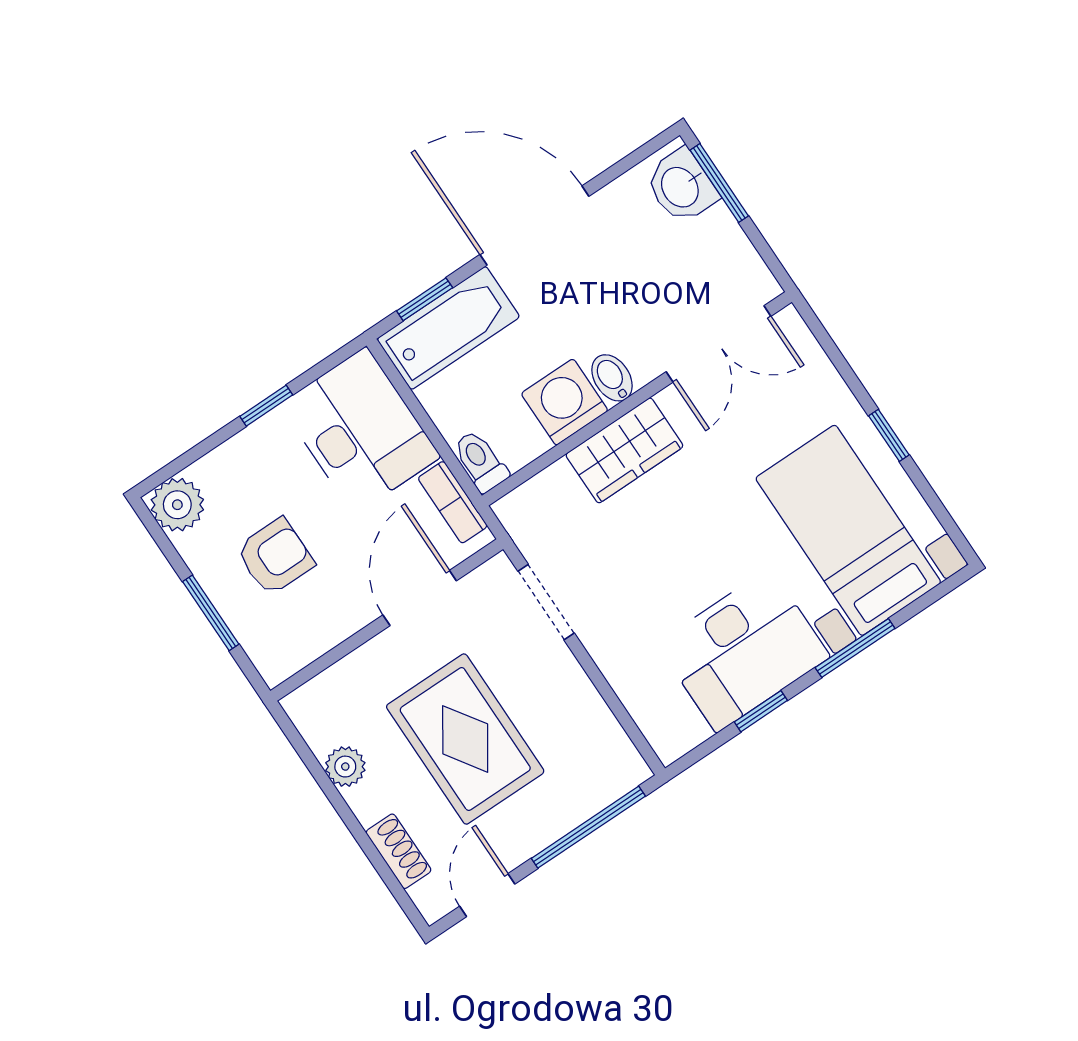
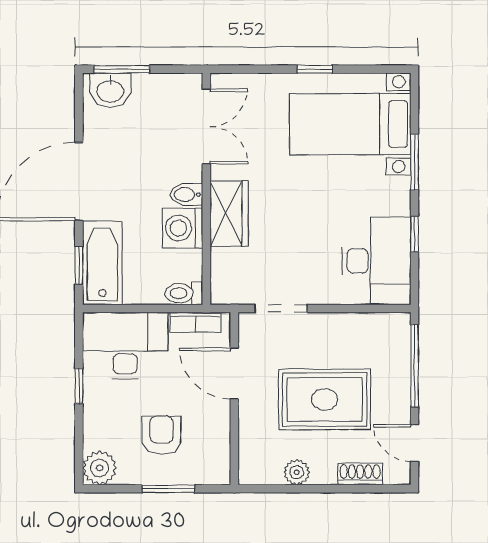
desk: (743, 650) -> (376, 261), moved

